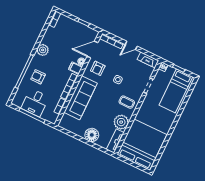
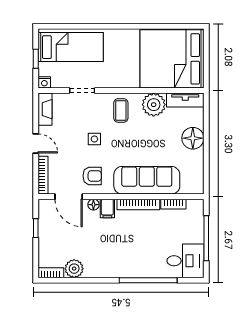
plant: (43, 50) -> (74, 269), moved
armchair: (38, 77) -> (146, 257), removed
desk: (35, 103) -> (185, 261), moved

